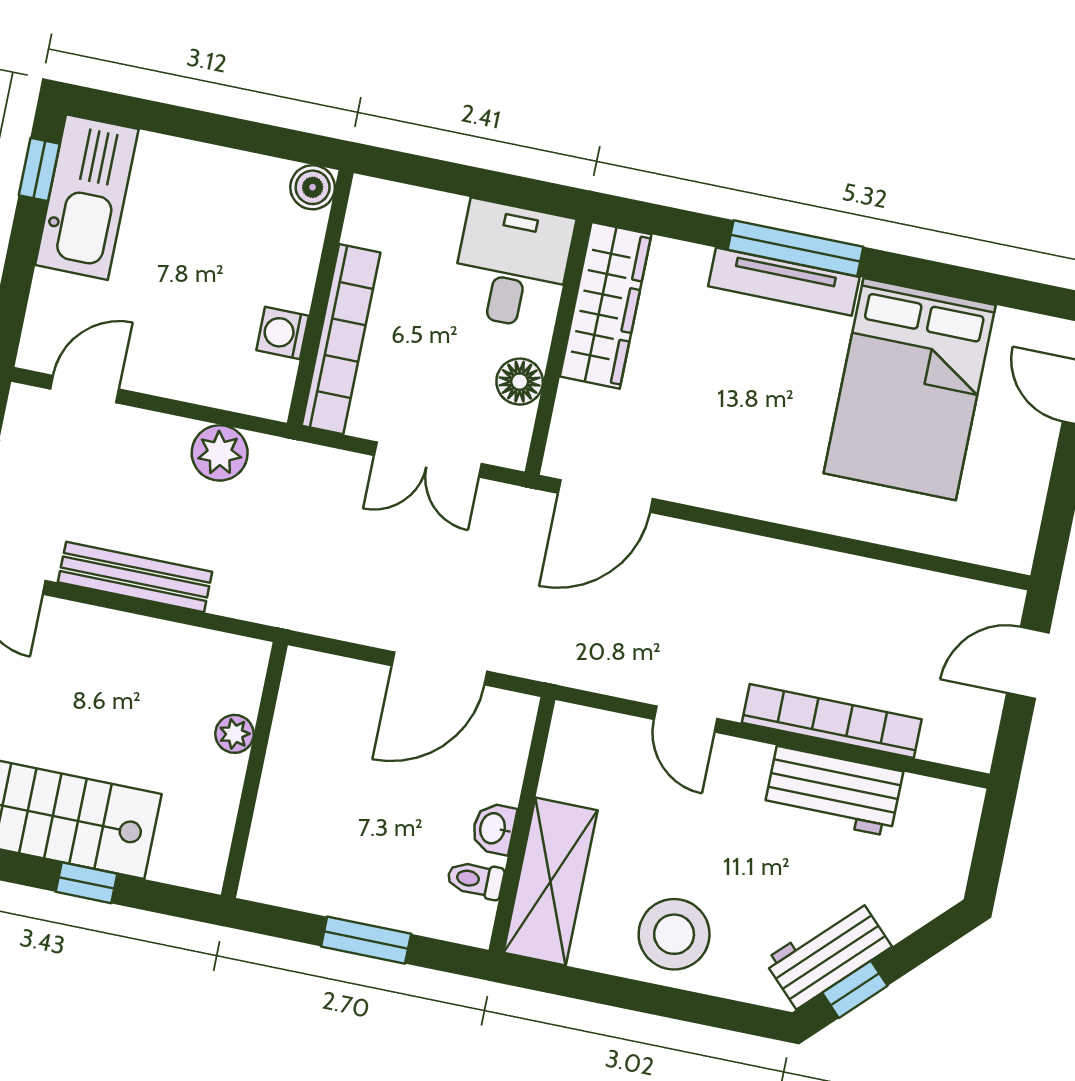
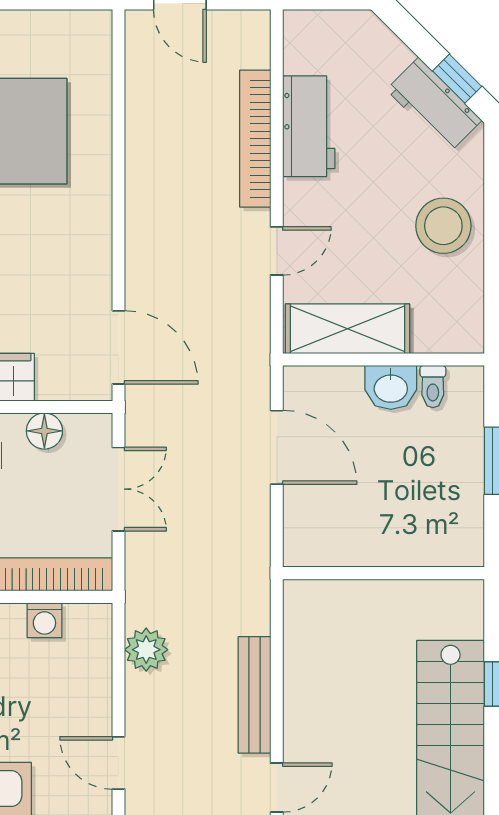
plant: (235, 734) -> (359, 594), removed
washbasin: (494, 828) -> (391, 387), width x1.38, depth x1.45
shelving: (551, 881) -> (348, 329), moved

